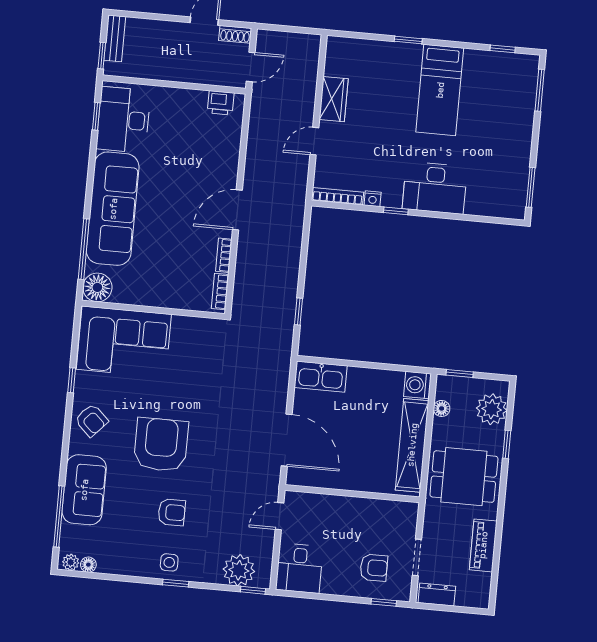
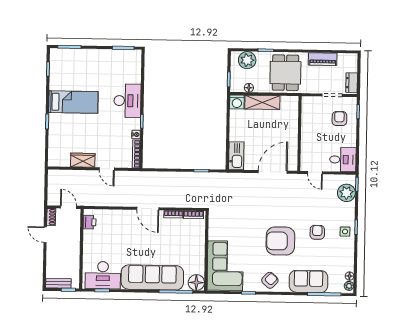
shelving: (412, 445) -> (262, 102), width x0.68

